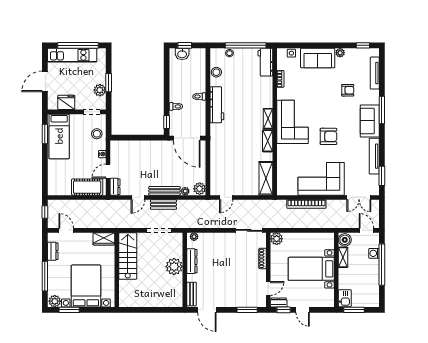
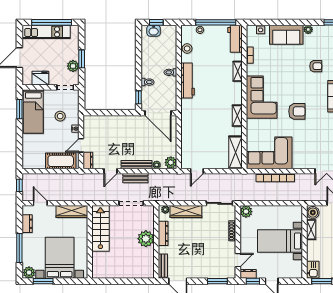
shelving: (268, 119) -> (238, 71), moved
stool: (97, 134) -> (60, 116), moved
corner sofa: (321, 179) -> (269, 153), moved
wardrobe: (104, 239) -> (72, 212), width x1.50
wardrobe: (215, 239) -> (186, 212), added

